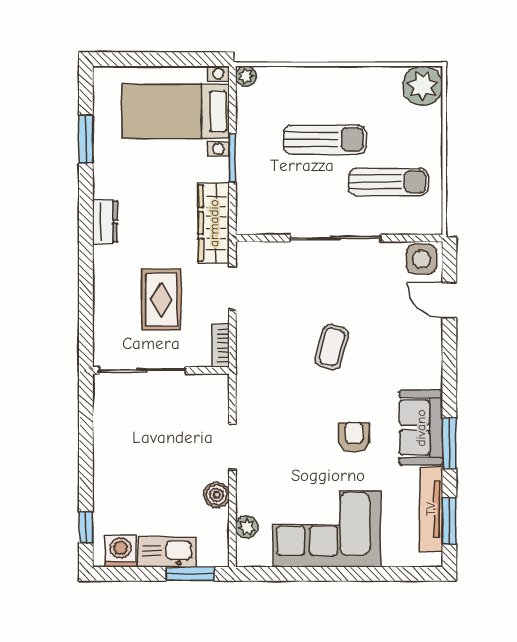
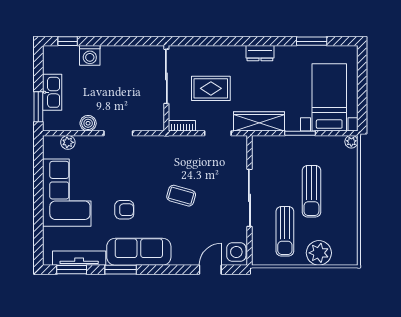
plant: (423, 86) -> (319, 253), moved
sofa: (421, 428) -> (139, 252), width x1.36
washing machine: (120, 551) -> (90, 55), moved, turned 90

